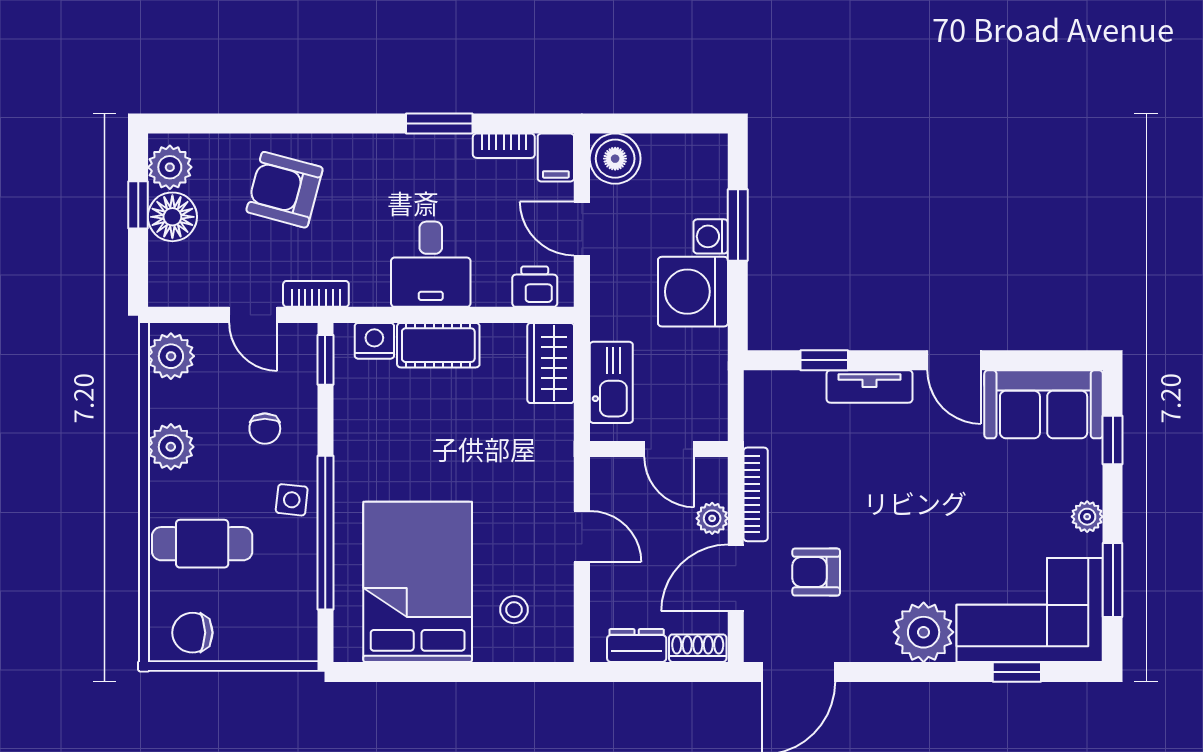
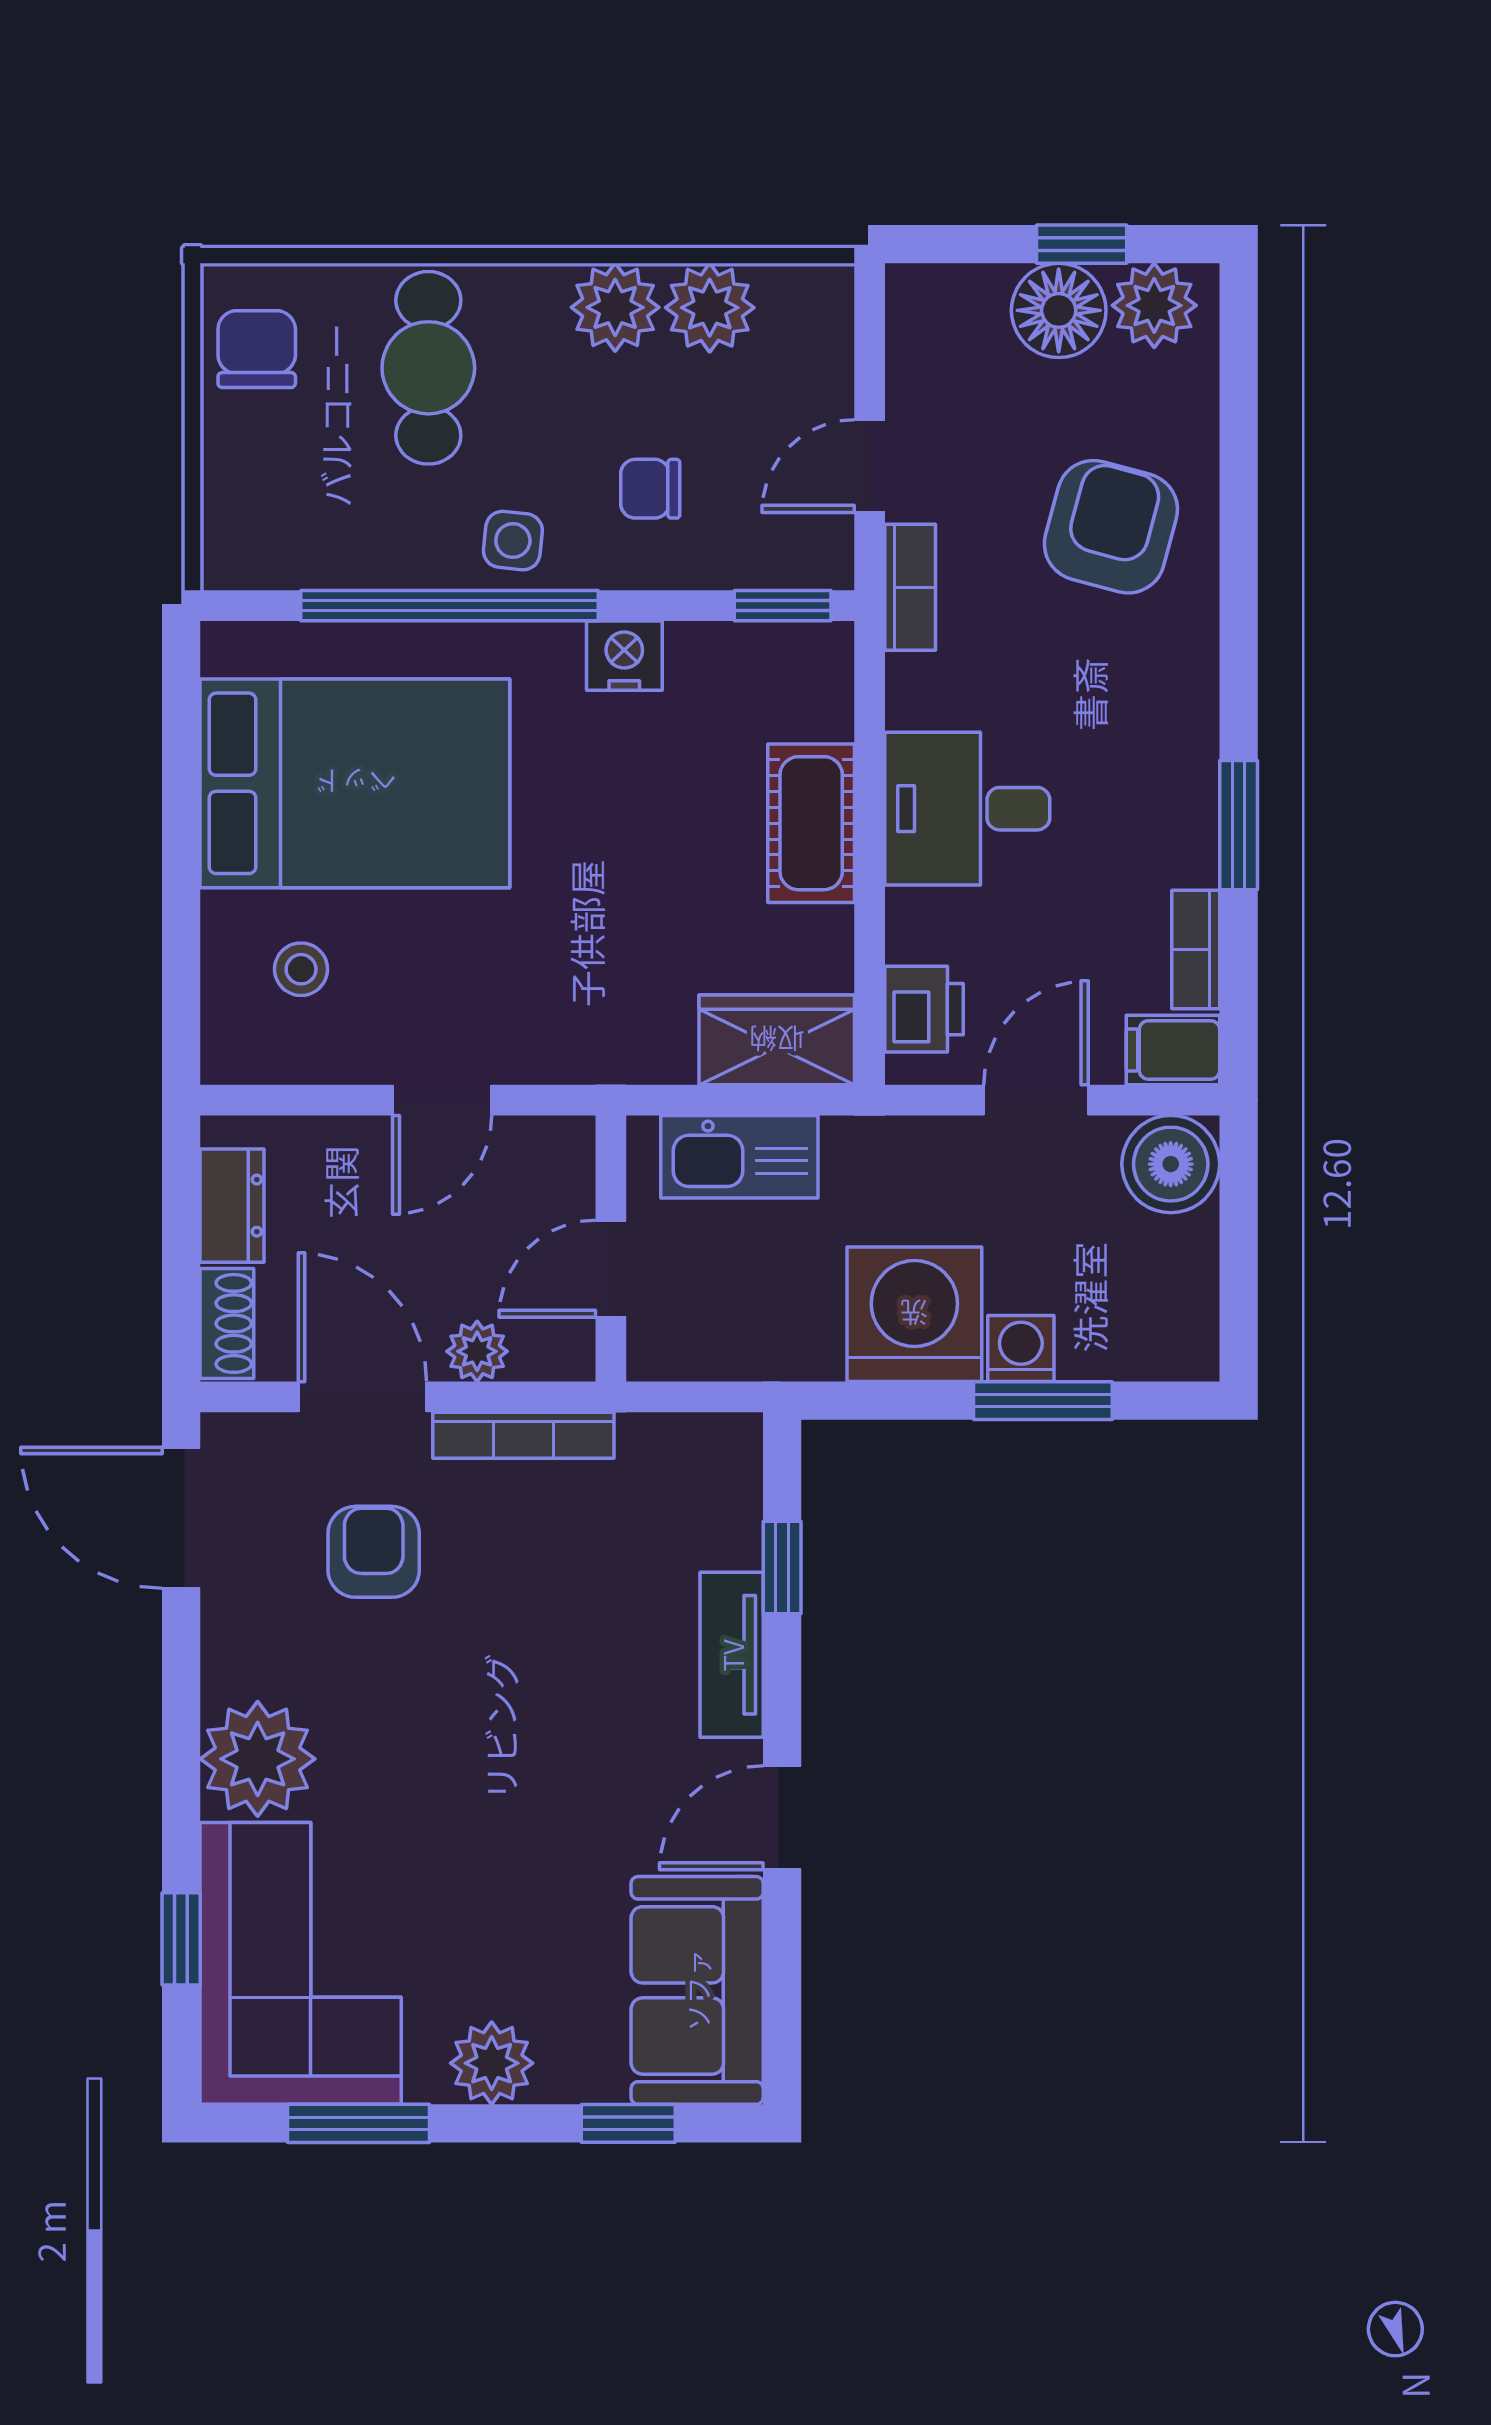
nightstand: (374, 341) -> (624, 656), moved, turned -90
plant: (171, 356) -> (710, 308), moved
plant: (1087, 517) -> (492, 2063), width x1.38, depth x1.38

